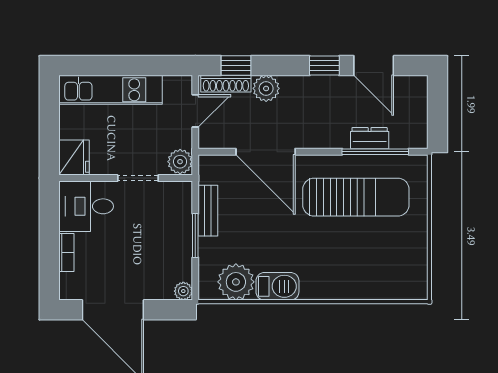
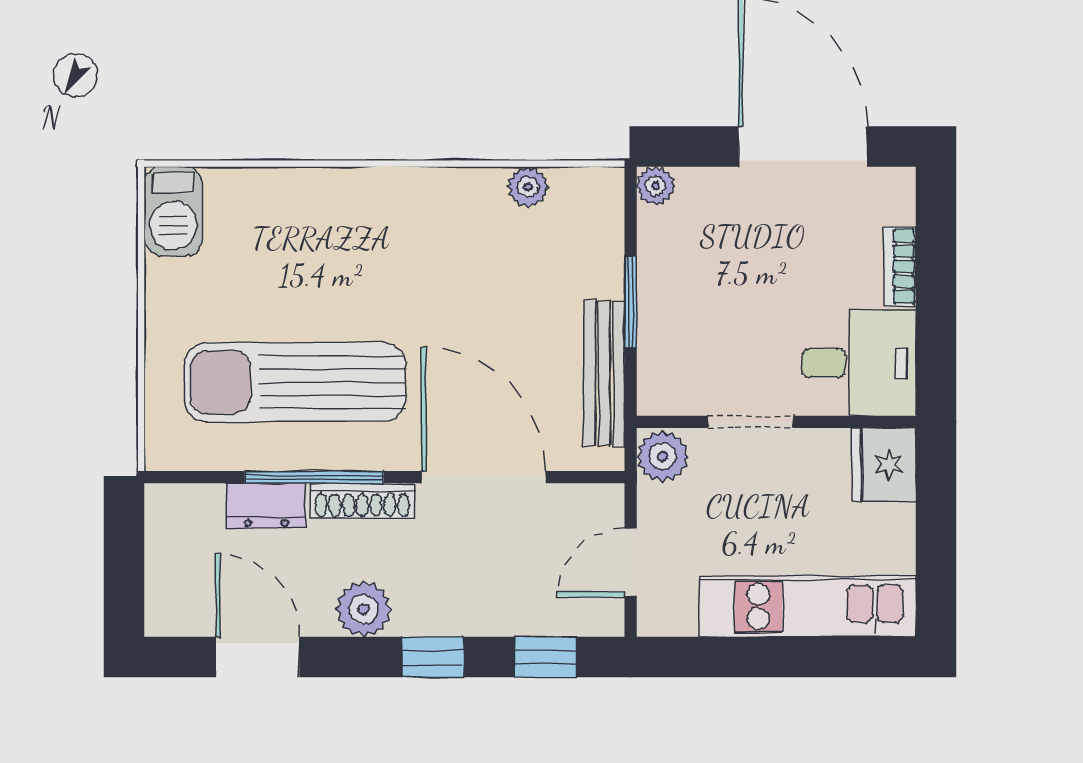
window: (324, 66) -> (433, 657), moved
shoe rack: (226, 84) -> (362, 501), moved, turned 180
plant: (266, 88) -> (364, 609), moved
window: (375, 152) -> (314, 477), moved
bench: (208, 211) -> (604, 373), width x1.36
plant: (236, 282) -> (528, 187), width x0.53, depth x0.53
barbecue: (277, 286) -> (173, 211), moved, turned -90

